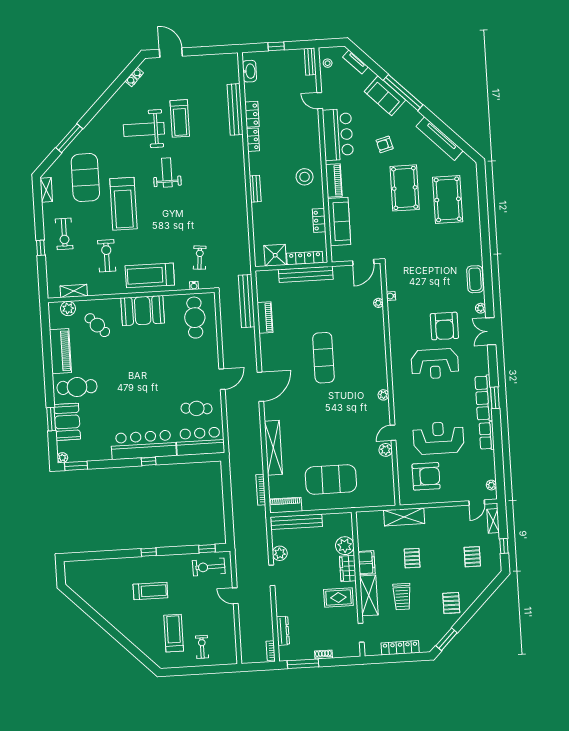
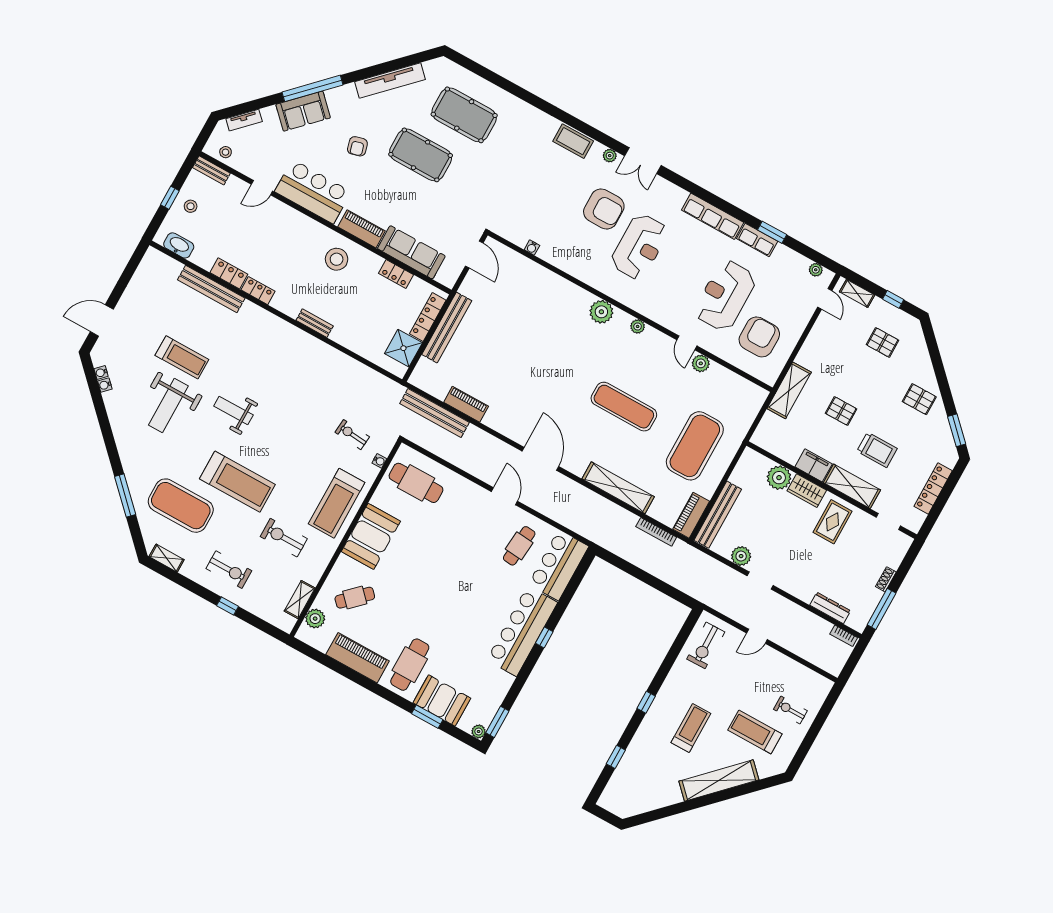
stool: (279, 63) -> (191, 206), added
plant: (378, 303) -> (601, 312), moved, width x1.88, depth x1.88
exercise mat: (323, 358) -> (624, 407), moved
window: (495, 398) -> (772, 232), moved
window: (207, 549) -> (616, 757), moved
shelving: (128, 630) -> (719, 781), added

